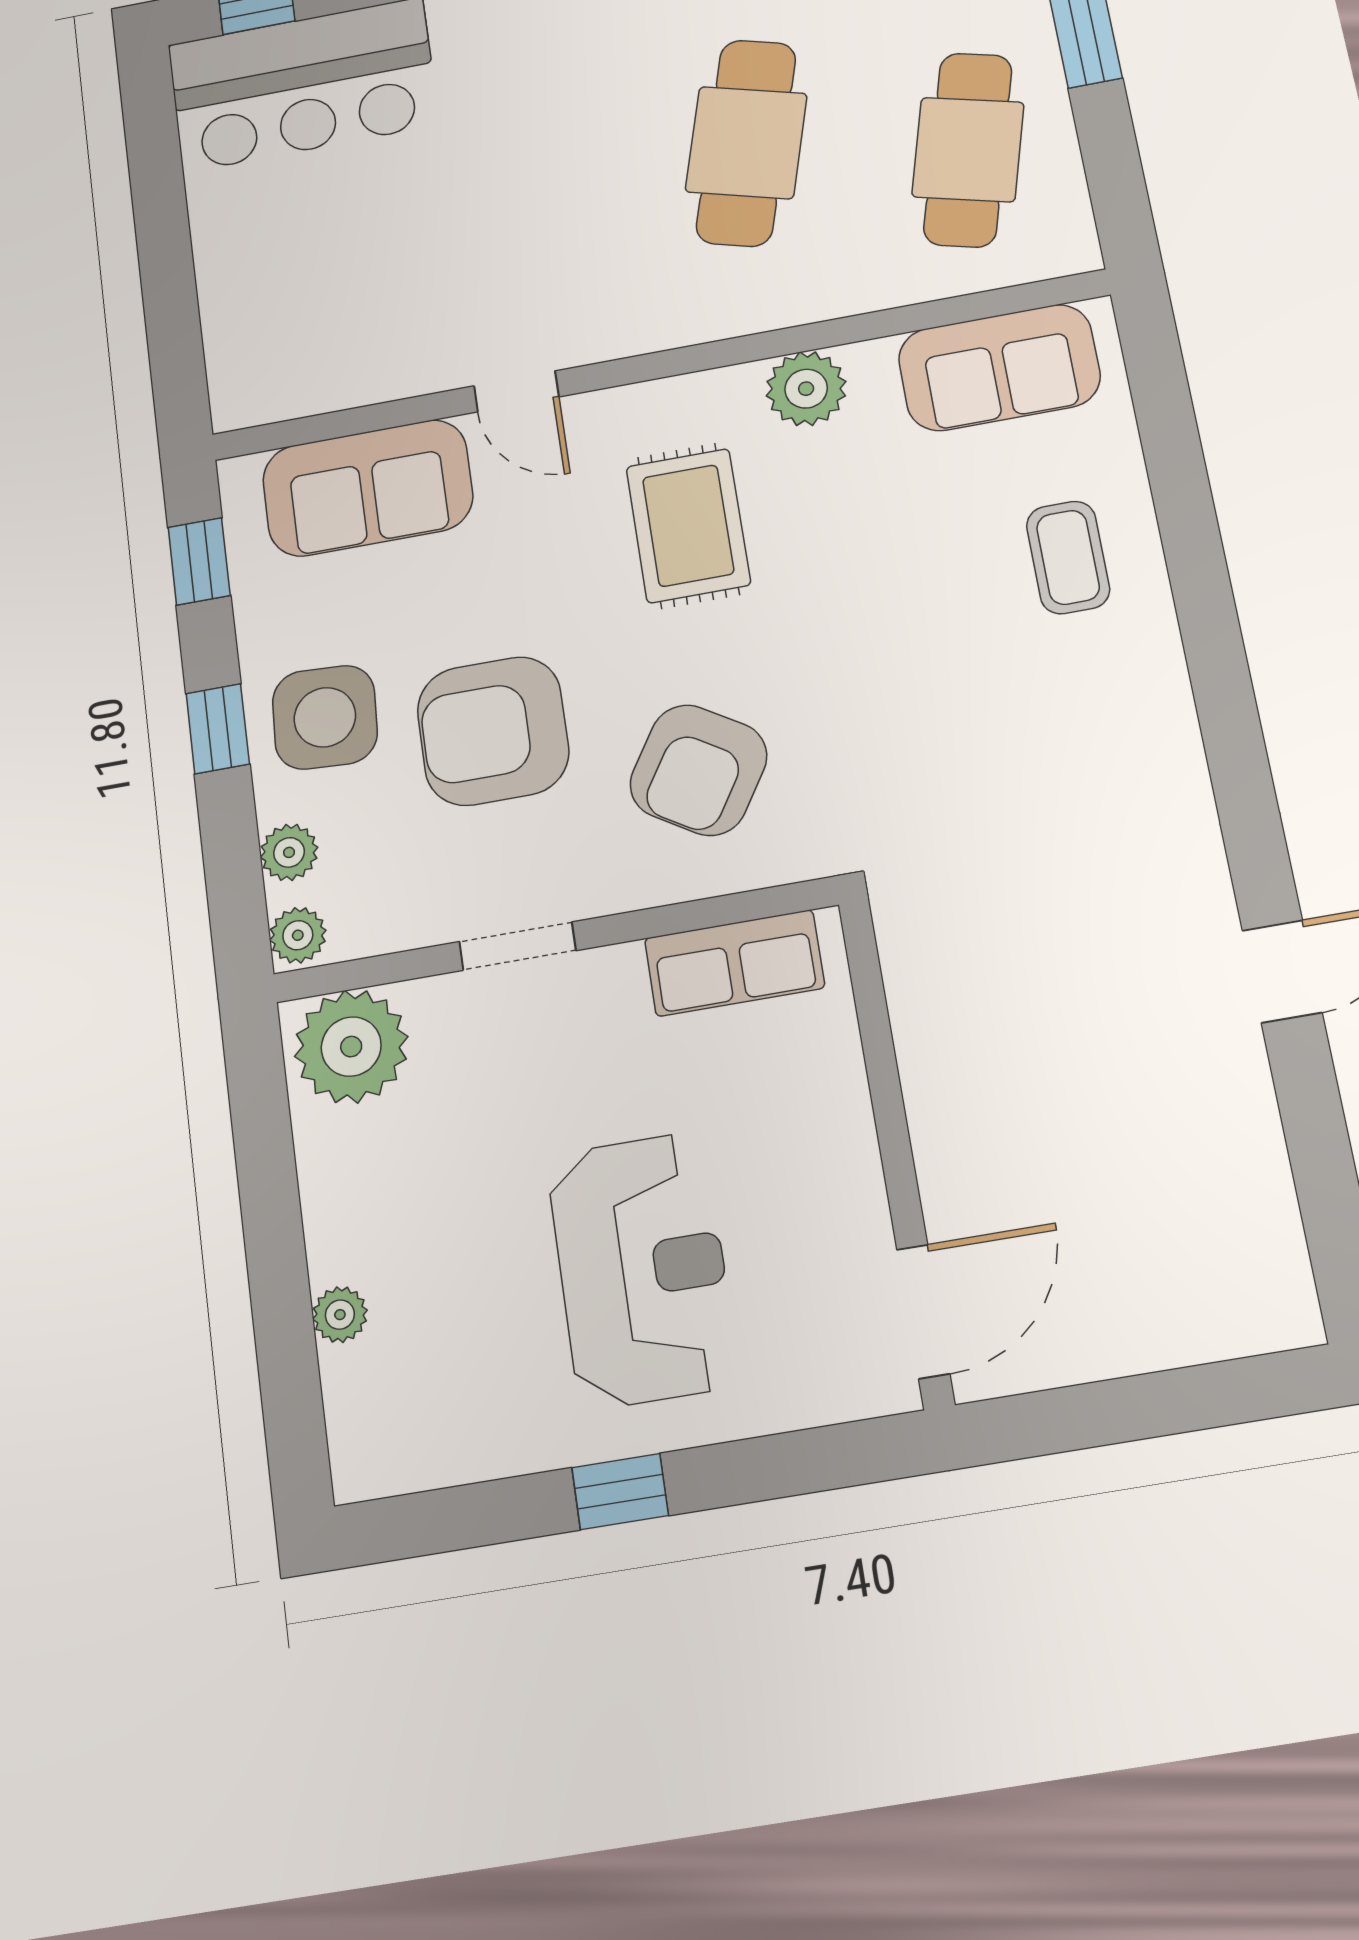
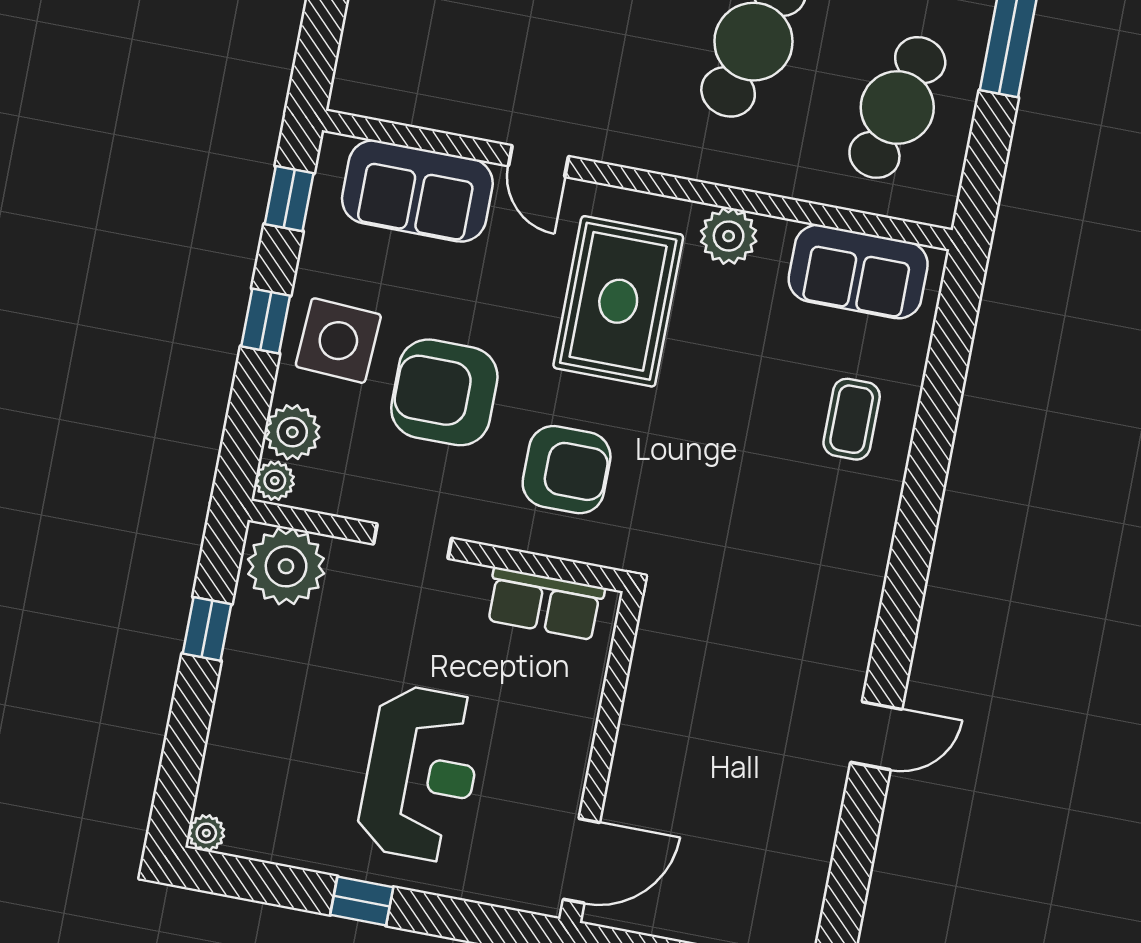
rug: (688, 526) -> (618, 301), width x1.36, depth x1.43
armchair: (698, 770) -> (567, 470), turned -122
plant: (289, 852) -> (292, 432), width x1.38, depth x1.38
window: (267, 1176) -> (207, 629), added
plant: (340, 1315) -> (206, 833), moved

